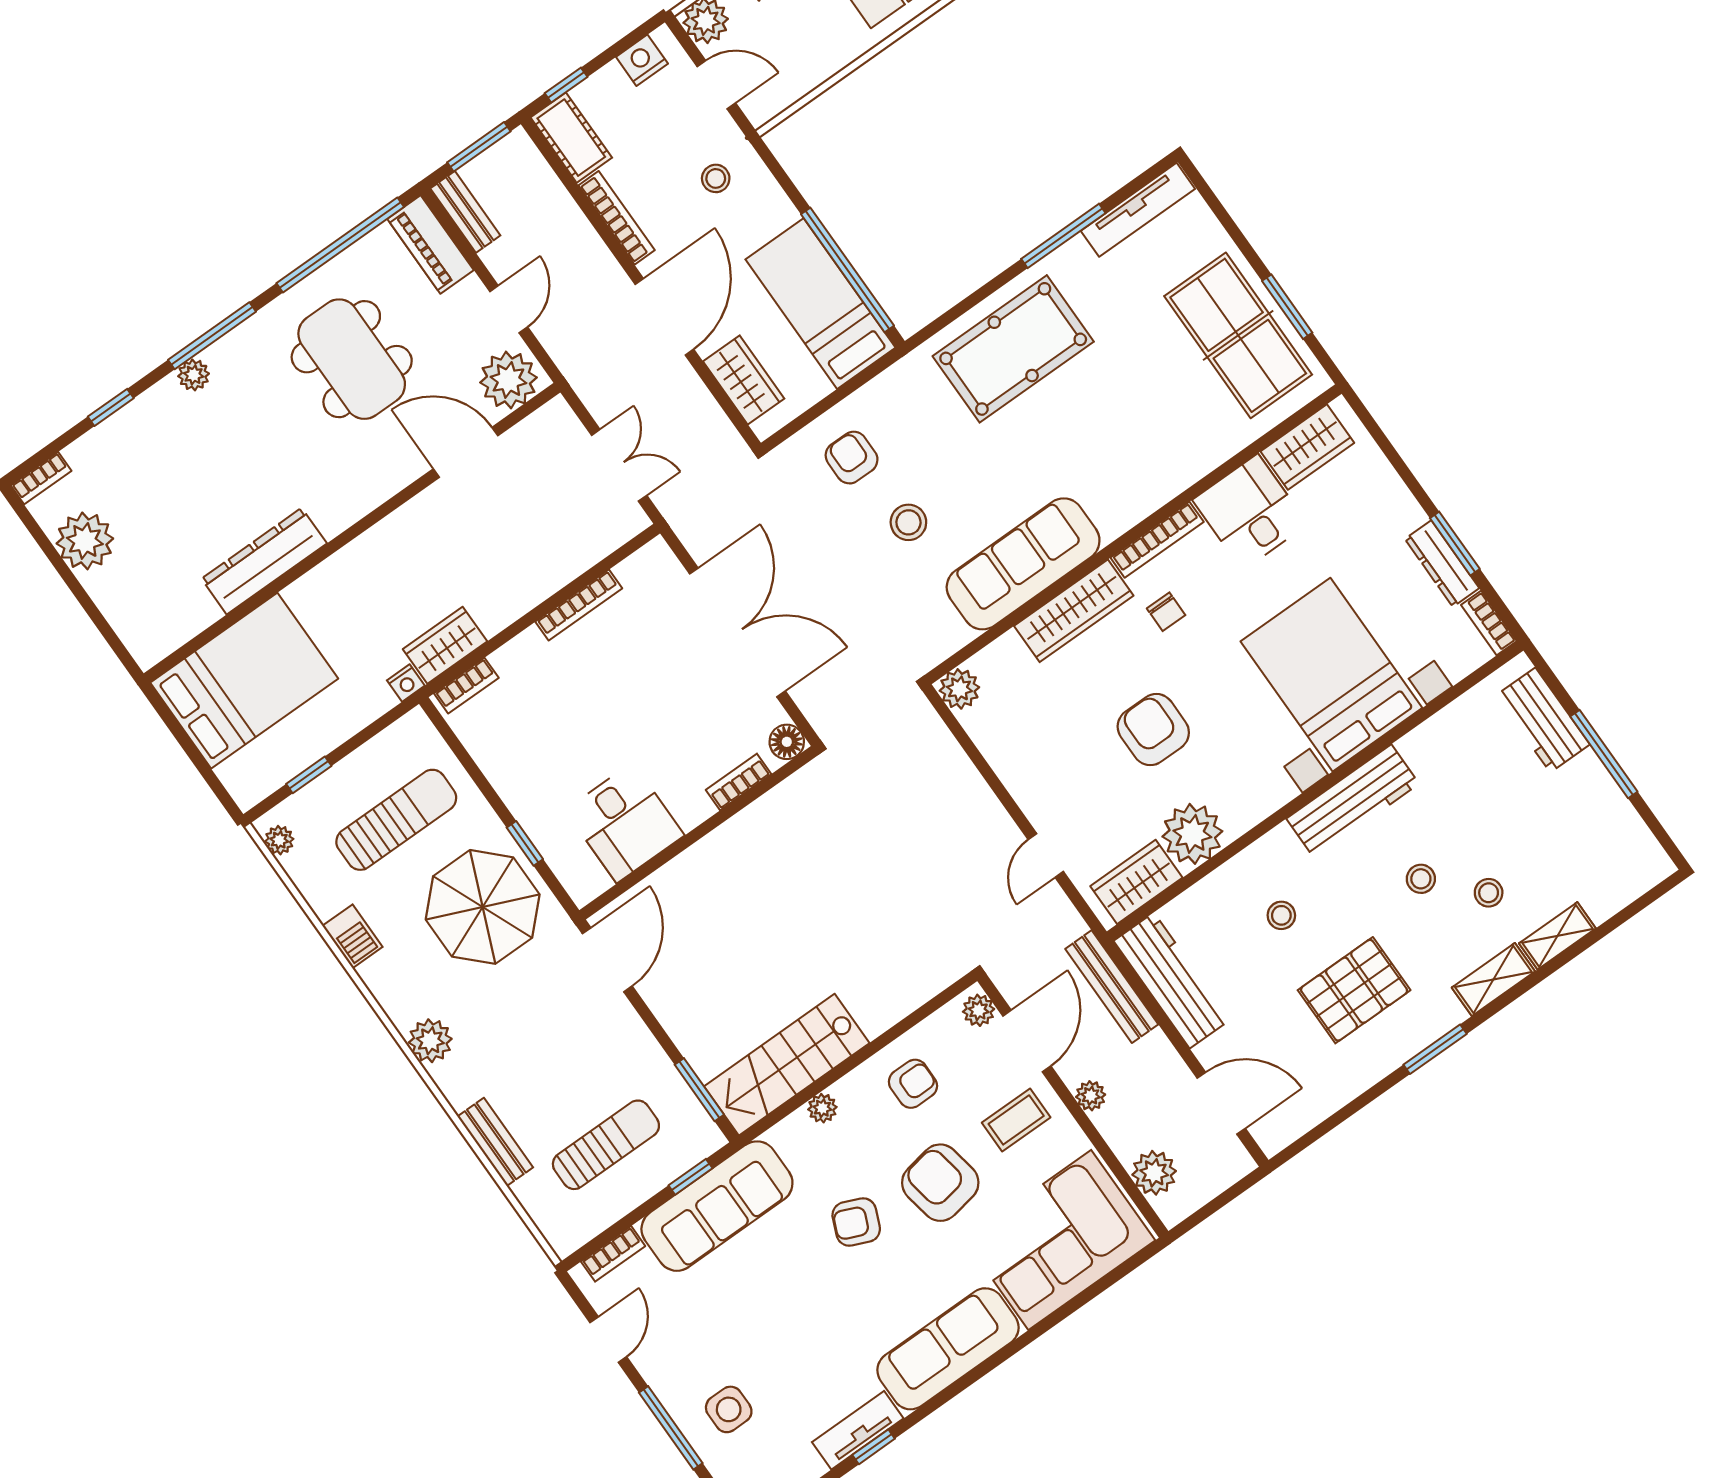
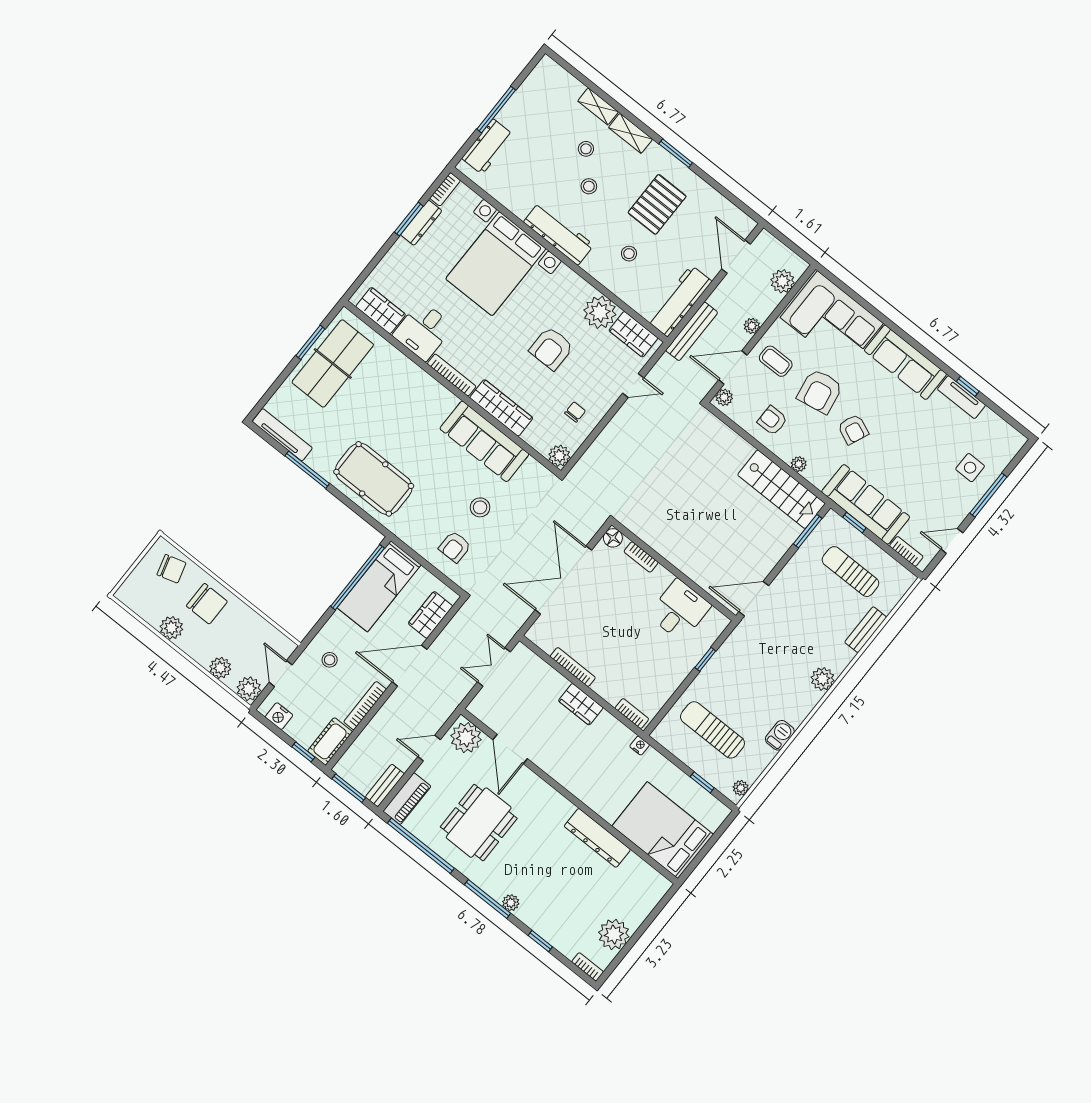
chair: (1166, 612) -> (575, 412), moved
wardrobe: (445, 645) -> (581, 704), moved
parasol: (483, 907) -> (745, 672), removed
pallet: (1354, 990) -> (657, 204), turned 90

